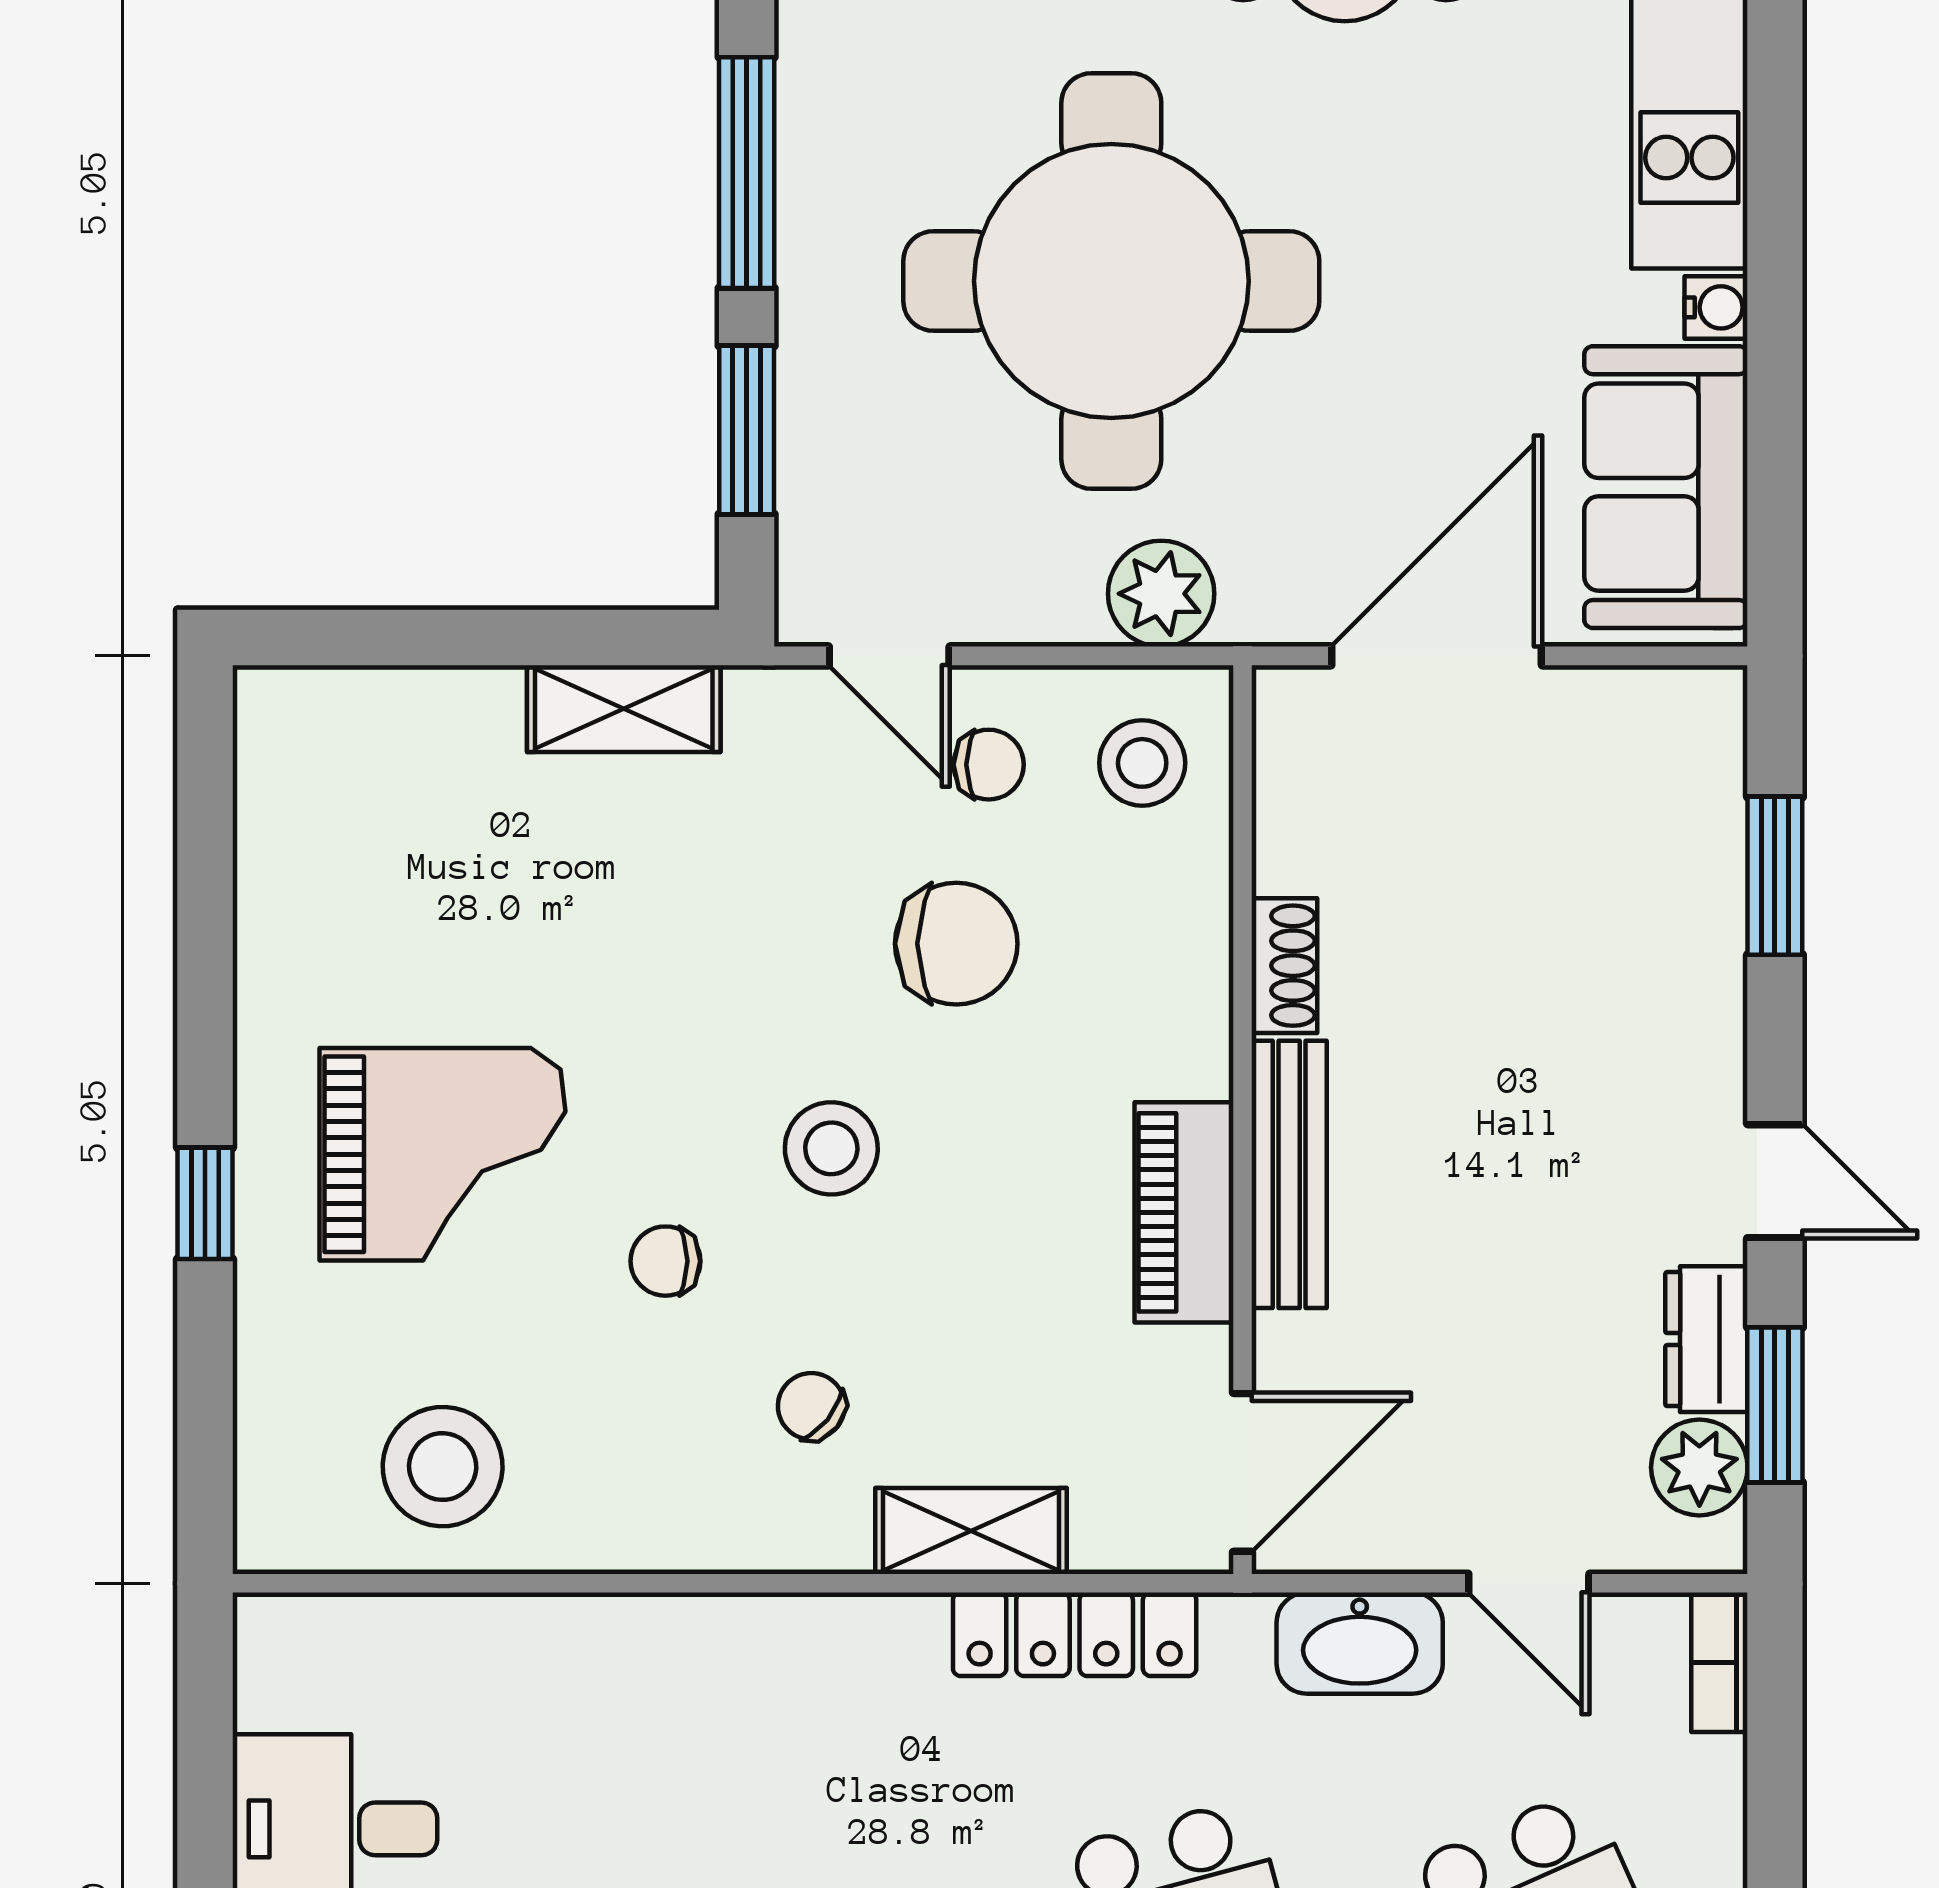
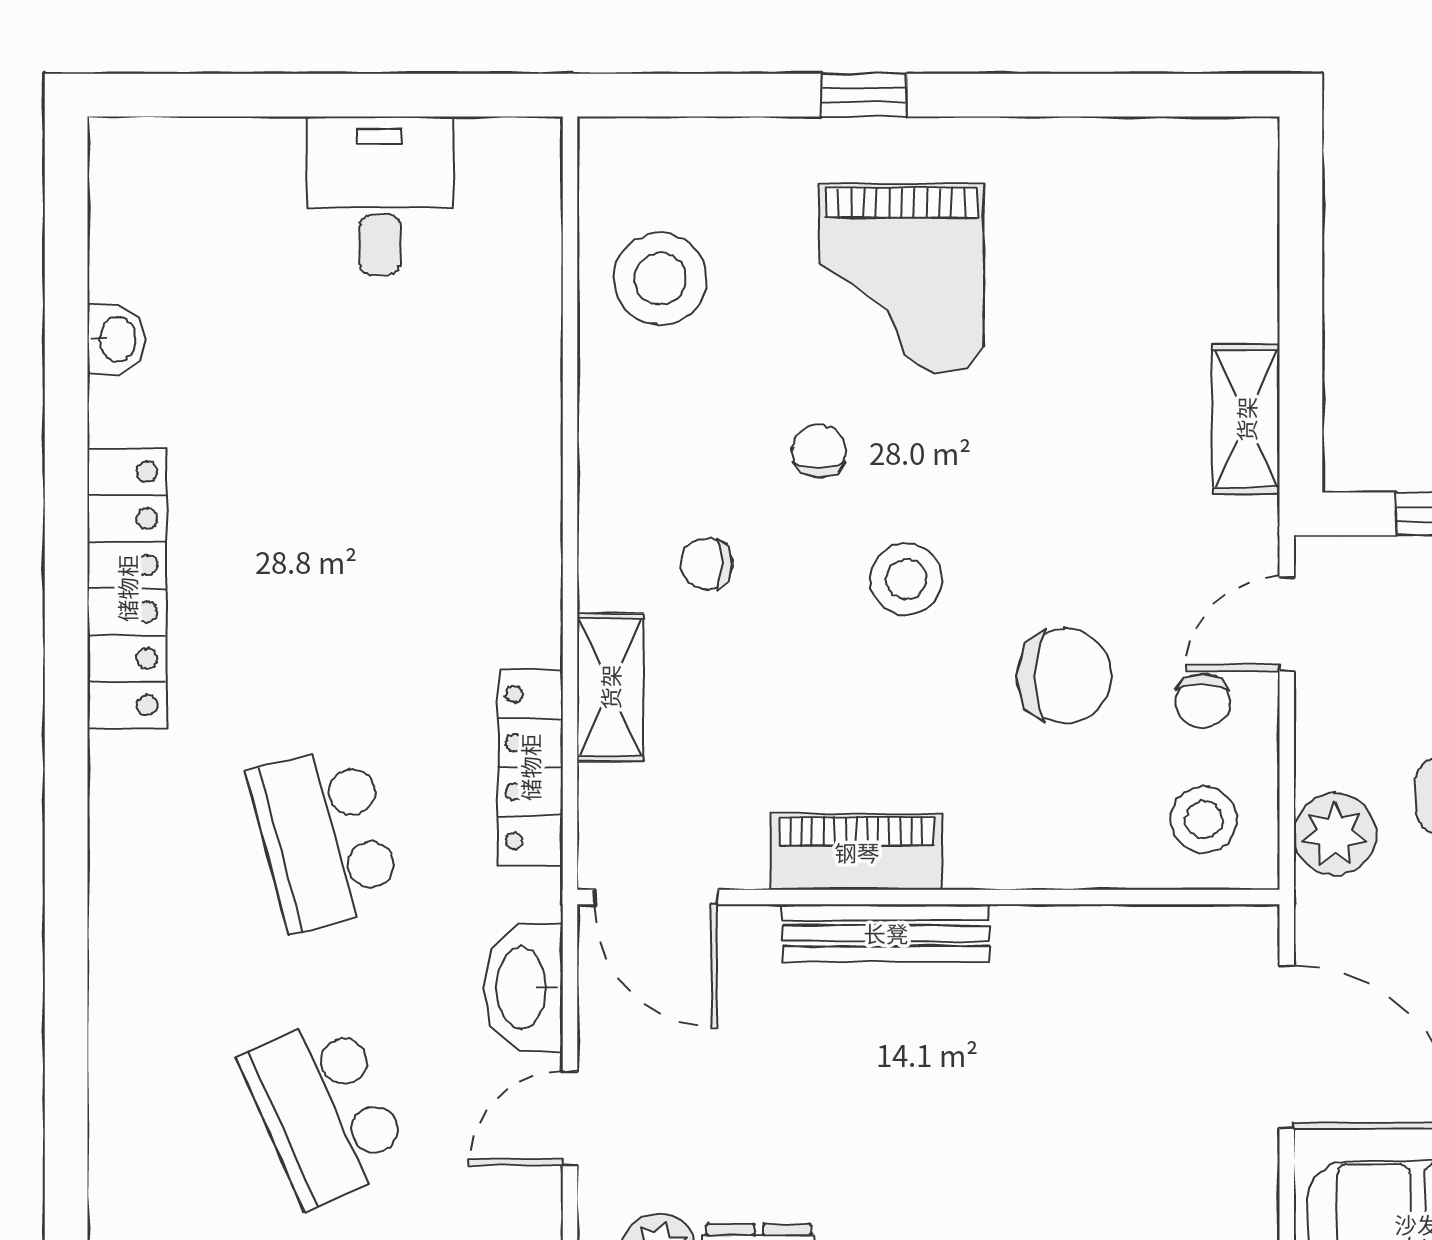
chair: (956, 944) -> (1064, 676), turned -90
shoe rack: (1284, 966) -> (1047, 929), removed
chair: (811, 1406) -> (707, 564), turned -129

